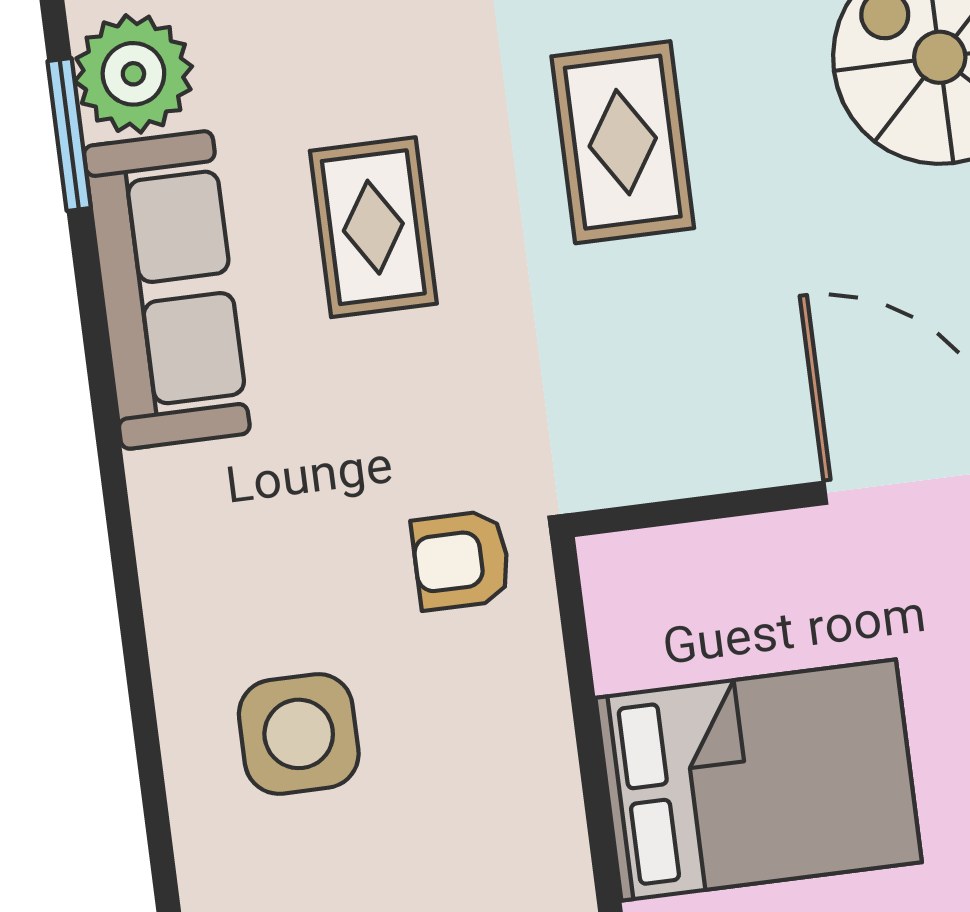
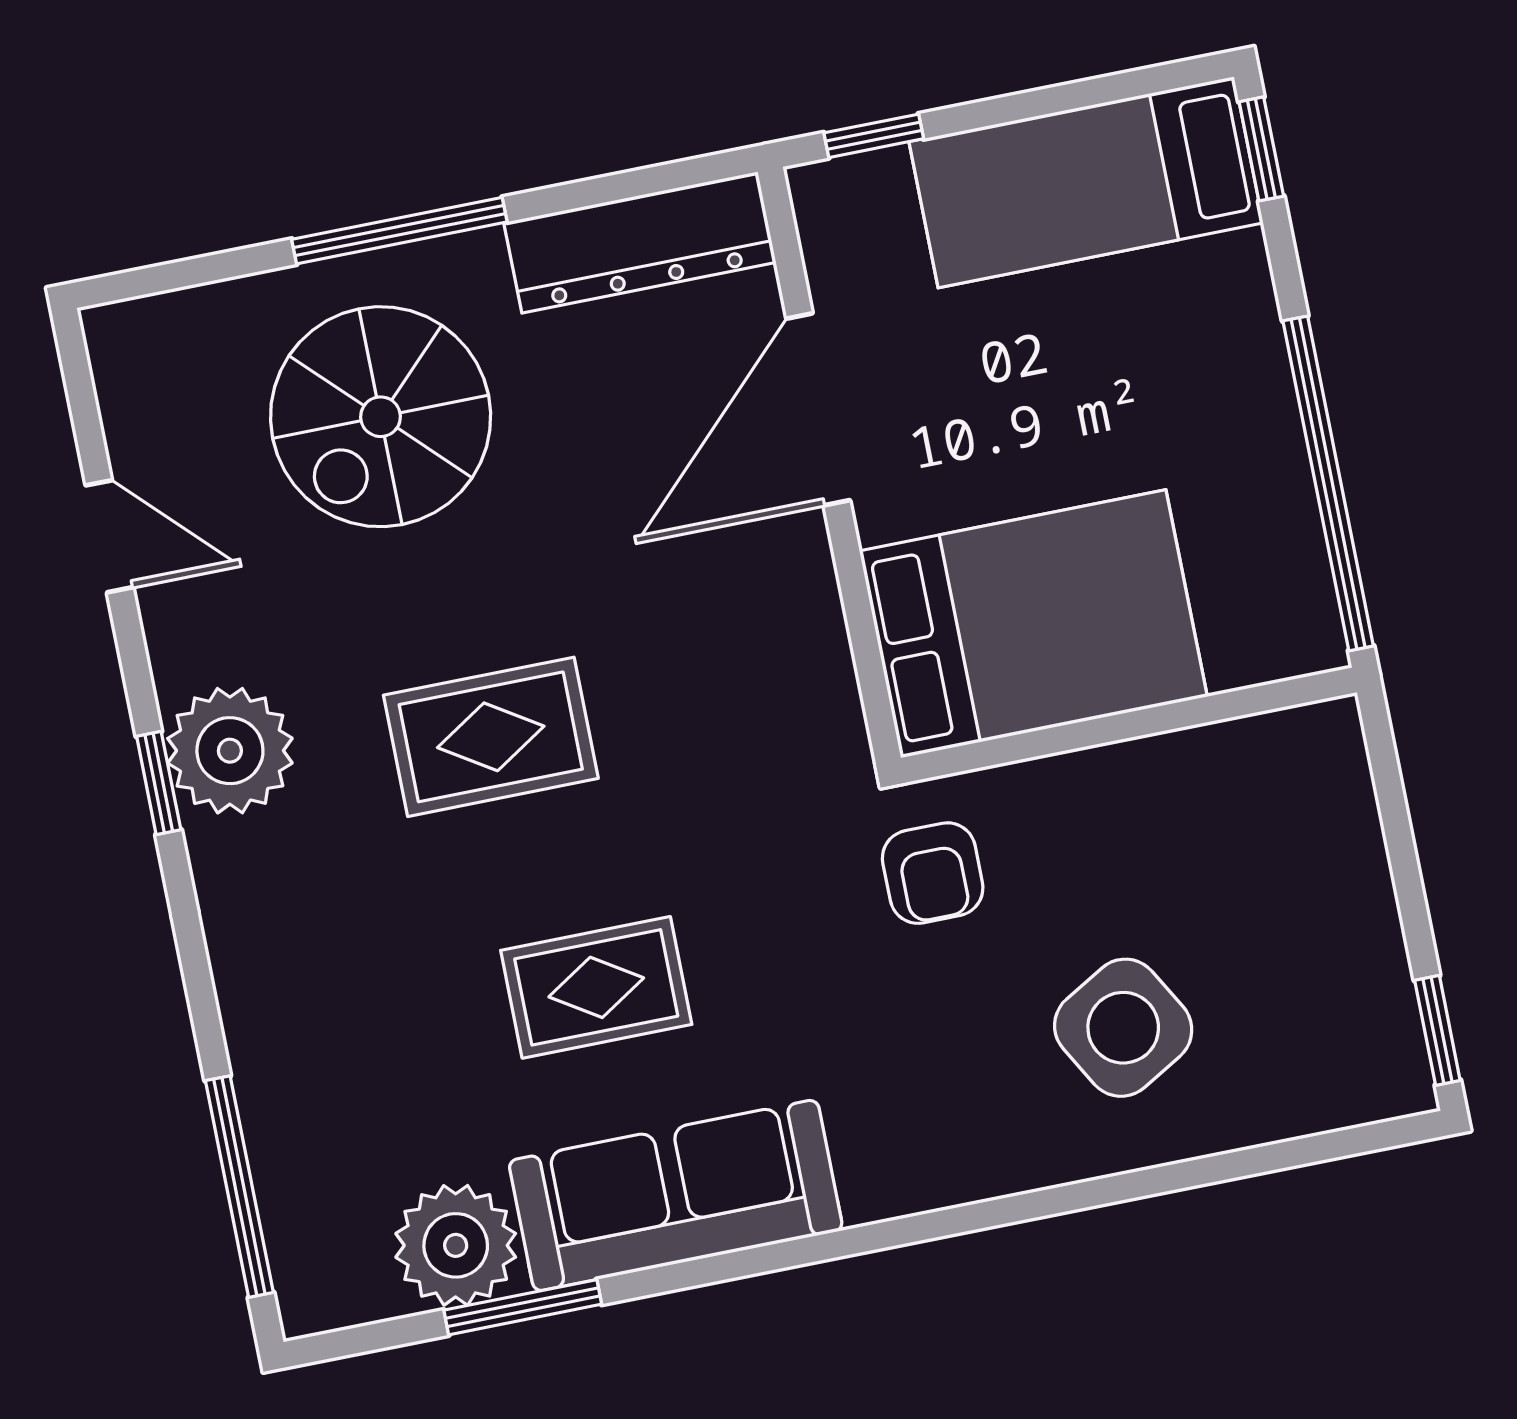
side table: (299, 734) -> (1123, 1028), turned -30
bed: (759, 780) -> (1033, 624), moved, turned 90

